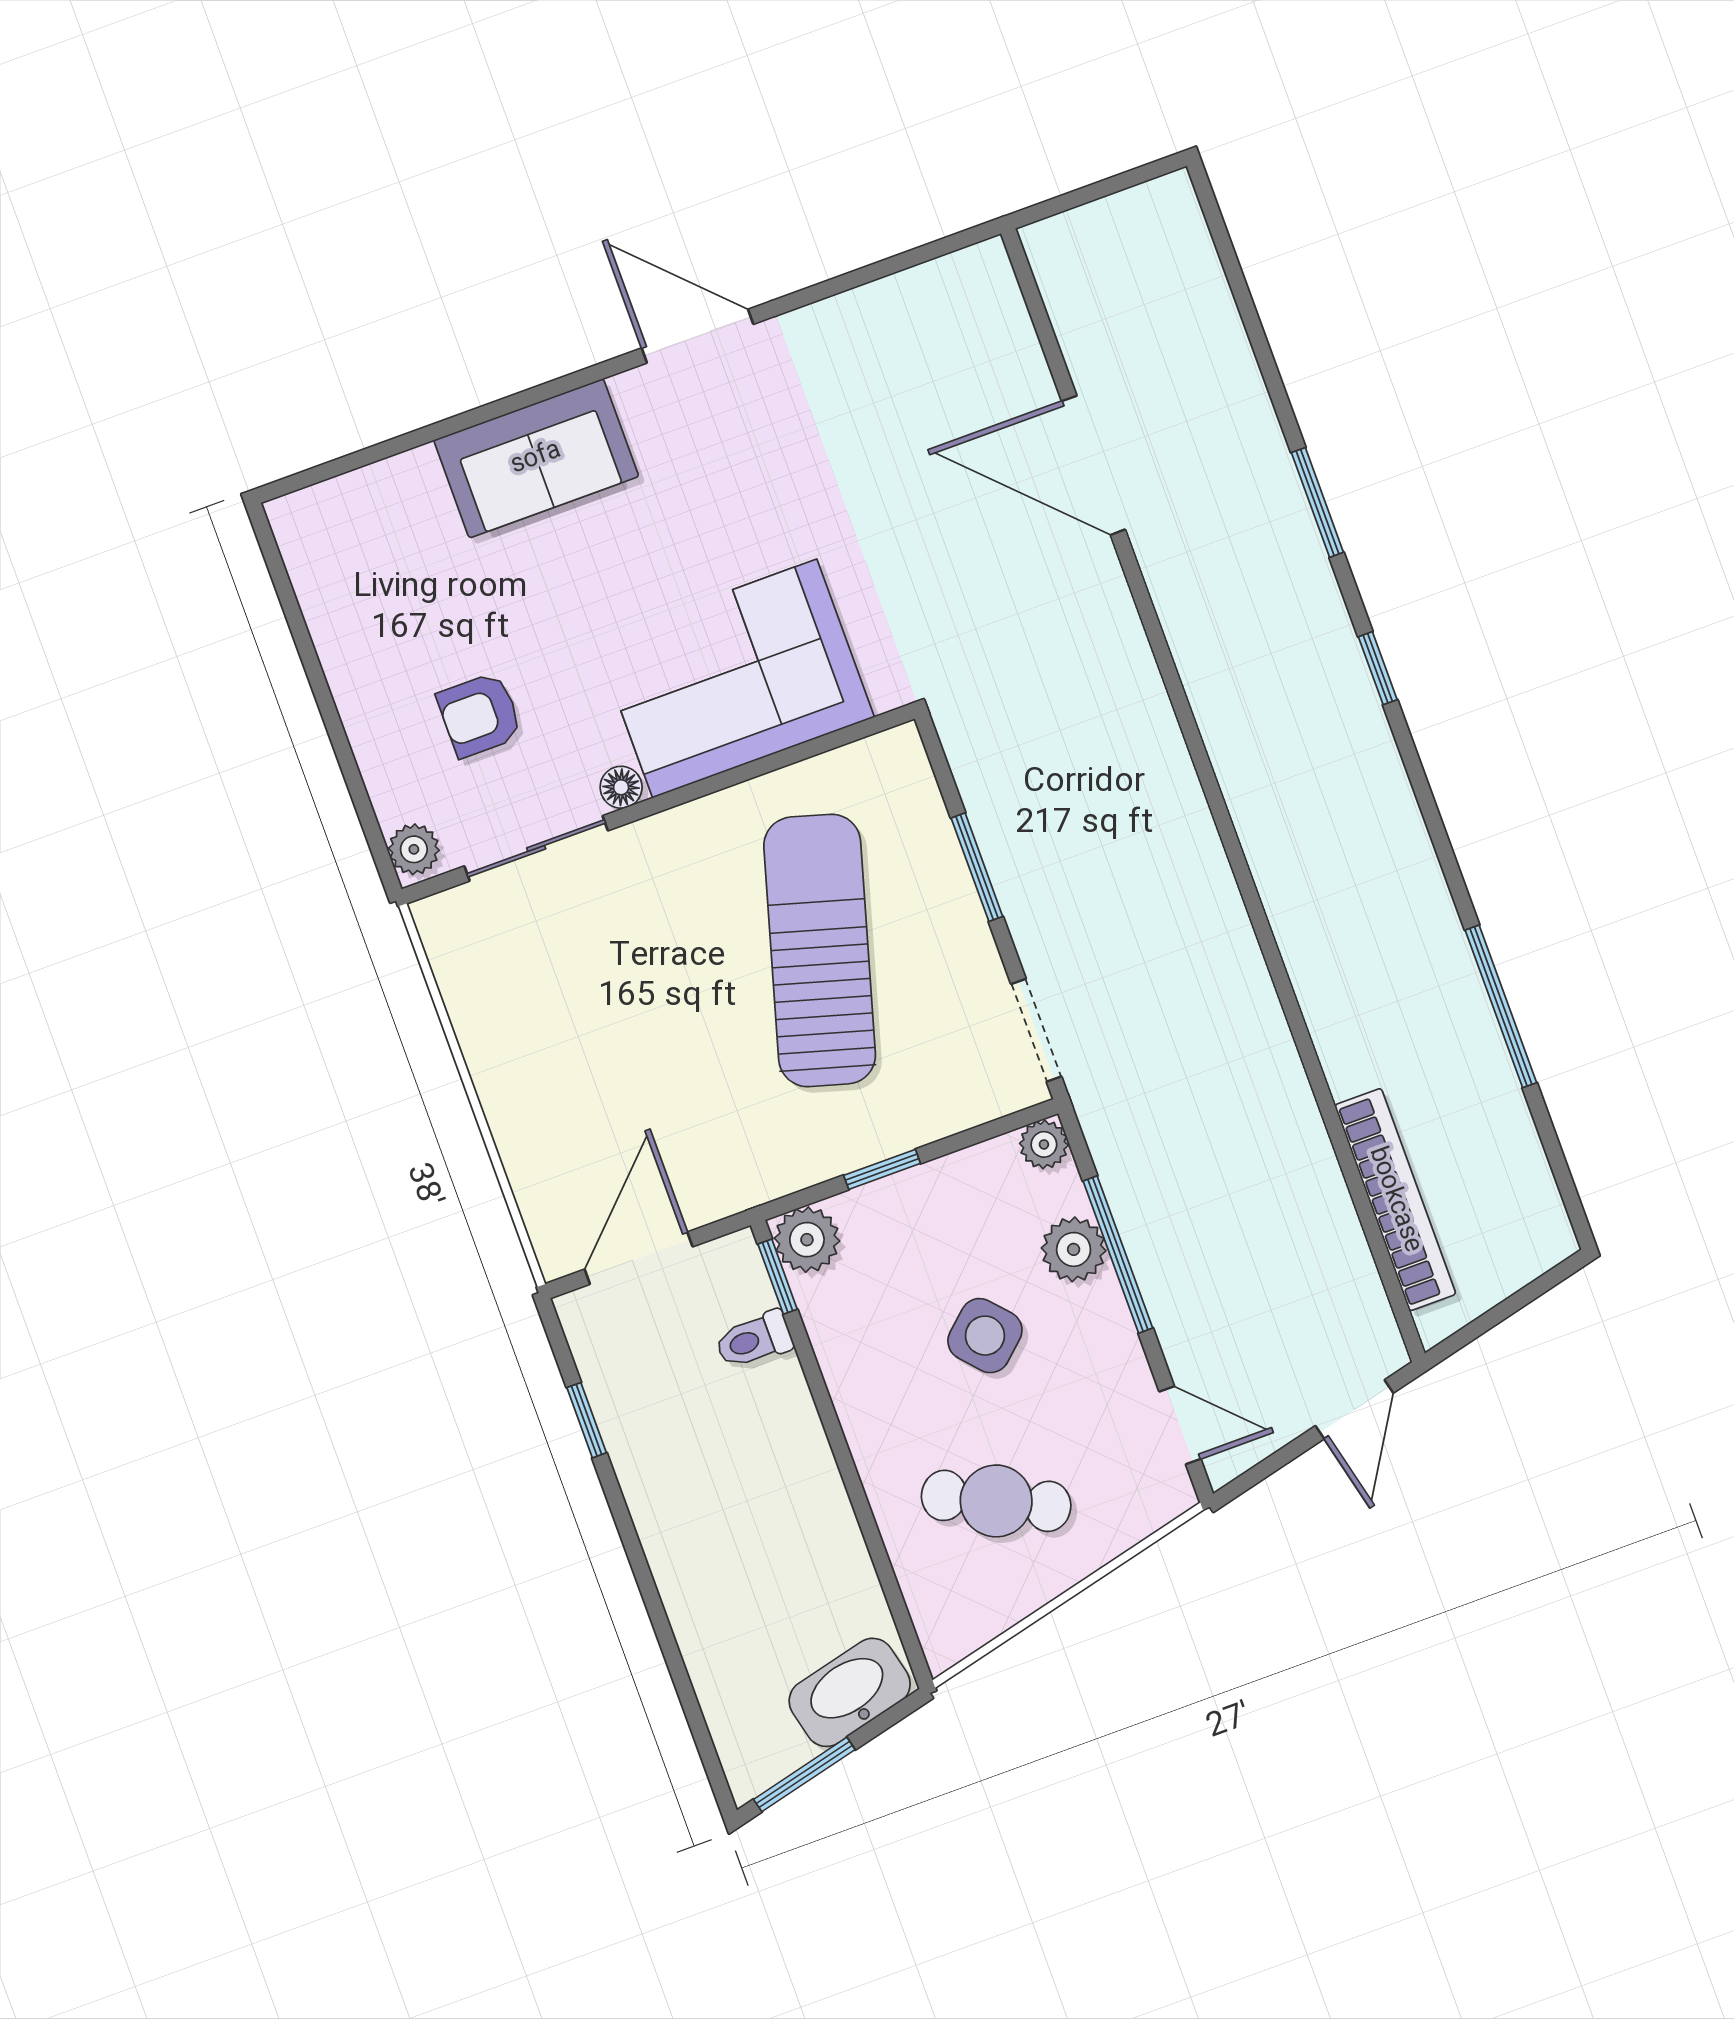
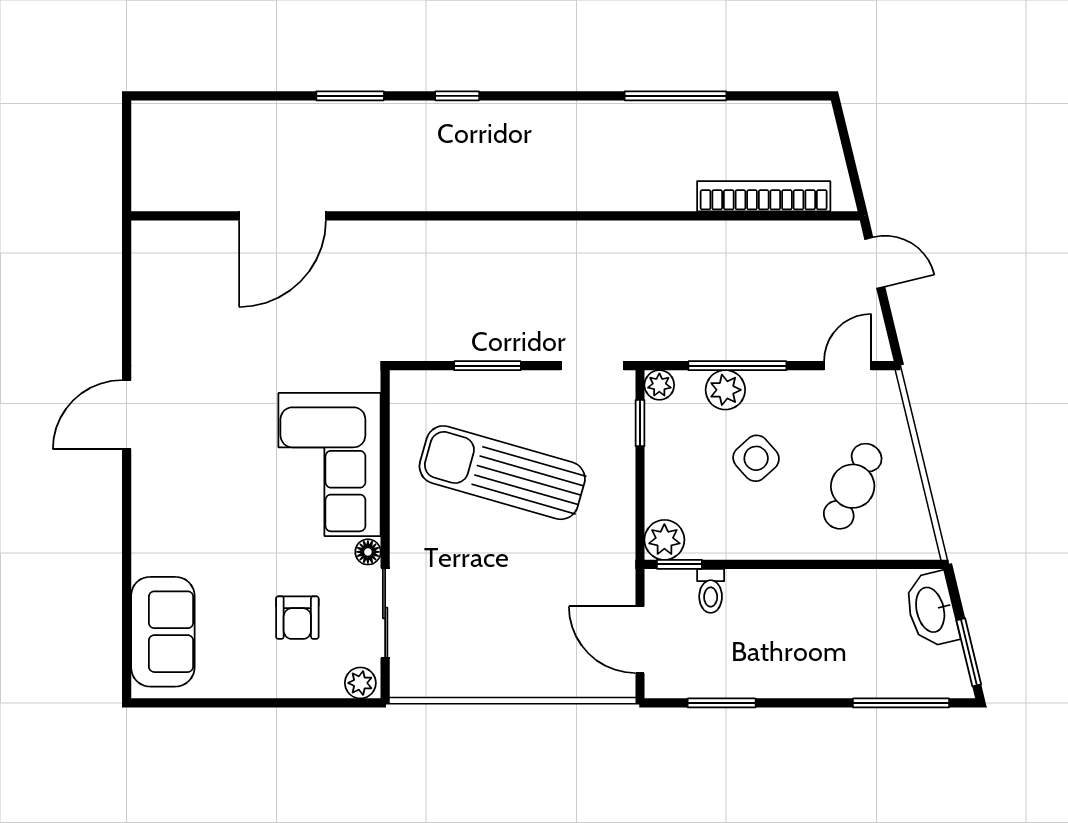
sofa: (536, 458) -> (163, 632), moved
window: (882, 1169) -> (640, 423), moved
window: (587, 1420) -> (722, 703), width x1.50
window: (688, 1698) -> (901, 703), added

